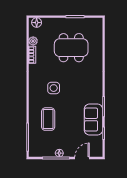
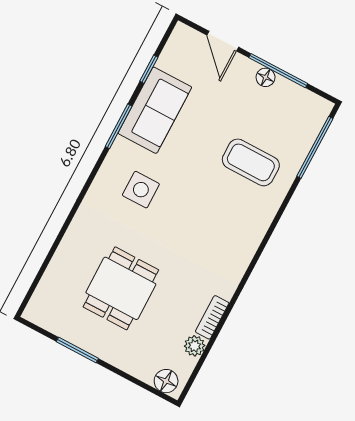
dining table: (71, 48) -> (121, 288), width x0.73
side table: (54, 88) -> (141, 190), moved
coffee table: (48, 119) -> (251, 162), turned 90
door: (82, 158) -> (223, 41), hinge flipped

